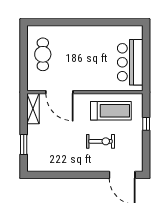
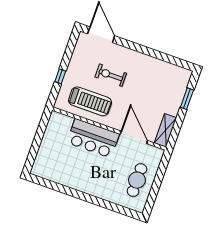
bar counter: (130, 62) -> (93, 138), moved, turned 90
treadmill: (111, 111) -> (90, 101), turned 180

